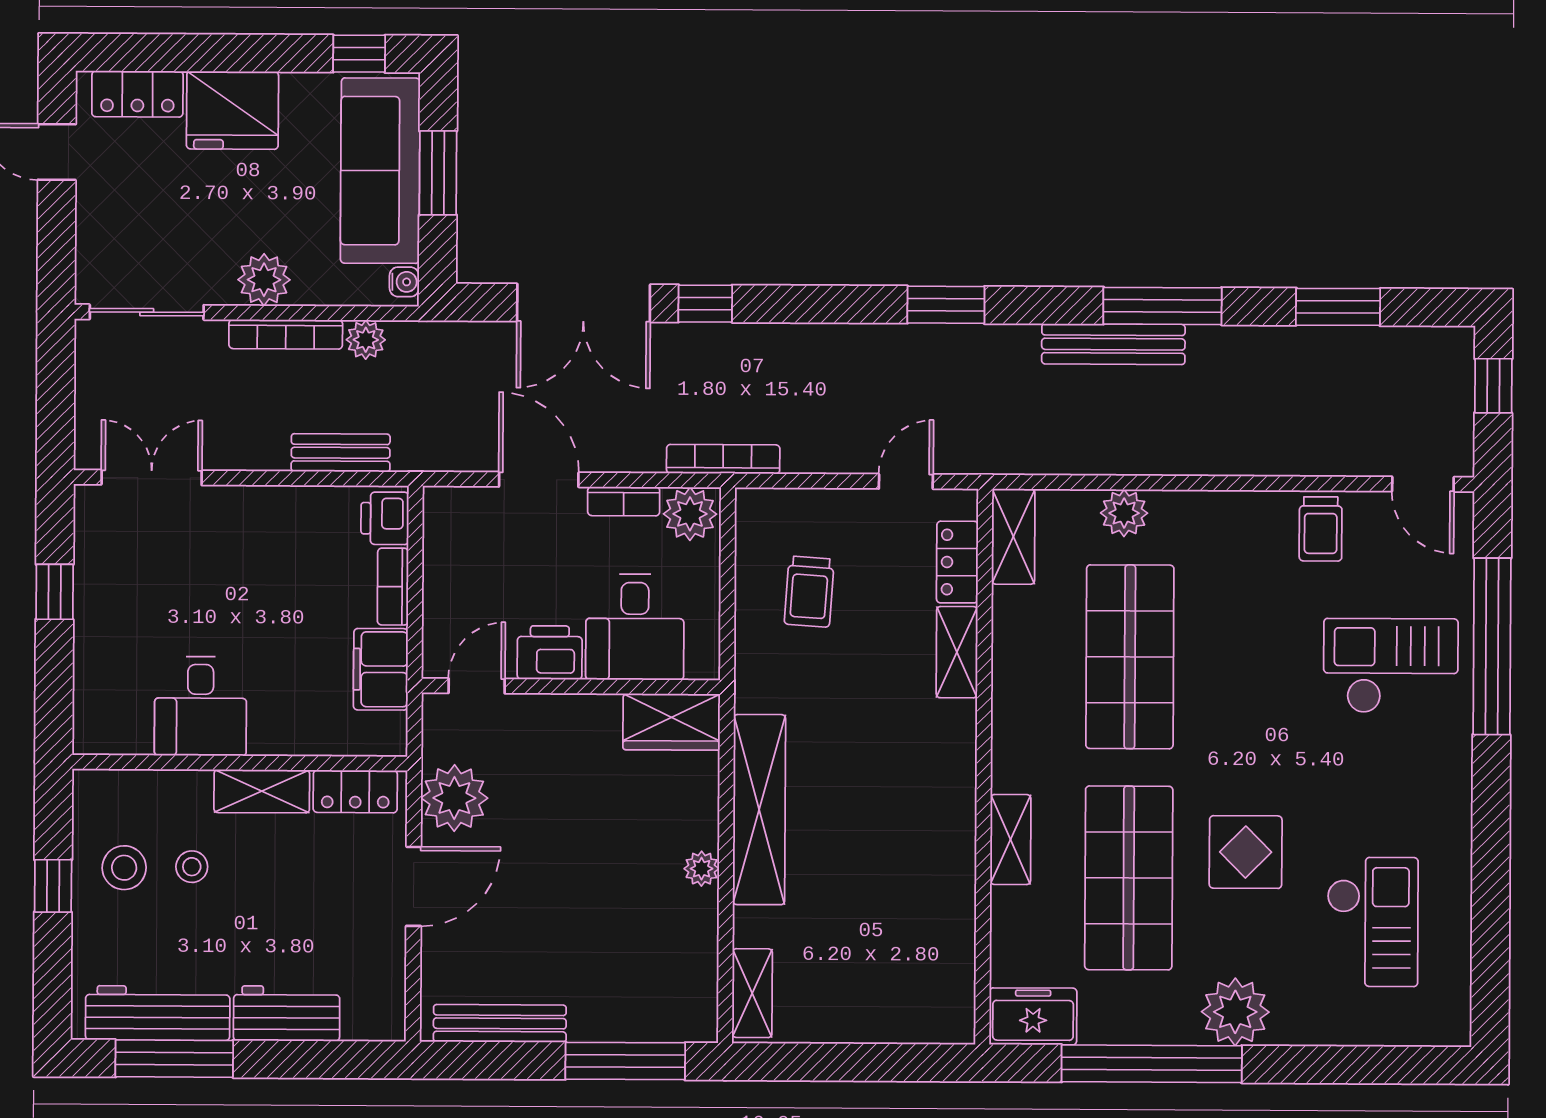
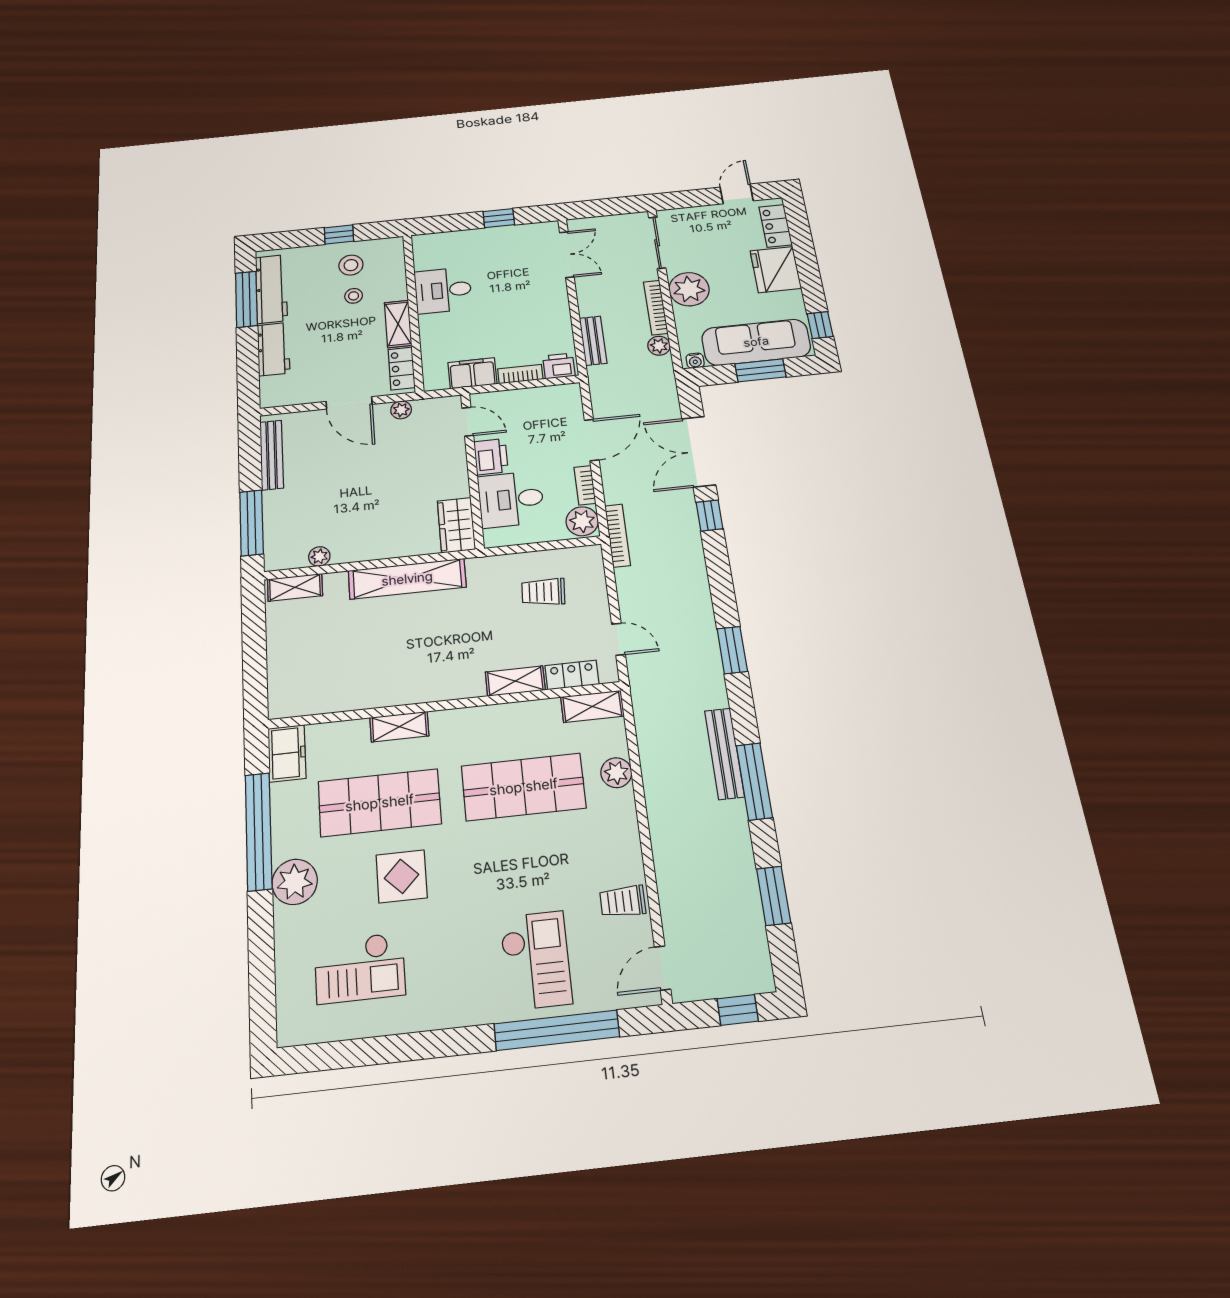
plant: (264, 280) -> (689, 289), width x1.36, depth x1.36
plant: (454, 798) -> (401, 410), width x0.53, depth x0.53
plant: (702, 869) -> (319, 556), moved

